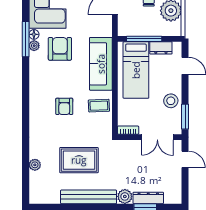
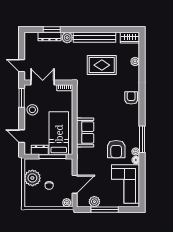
window: (26, 39) -> (142, 139), moved
sofa: (101, 64) -> (85, 132), width x0.73
armchair: (64, 106) -> (131, 98), moved
coffee table: (99, 106) -> (87, 106), removed
wardrobe: (42, 196) -> (130, 38), added

